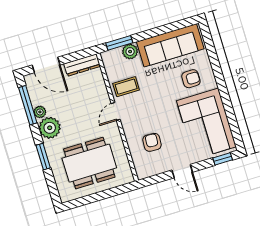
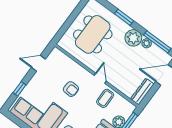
armchair: (152, 142) -> (71, 89), moved
window: (223, 159) -> (19, 89), moved
door: (182, 171) -> (38, 63), moved

